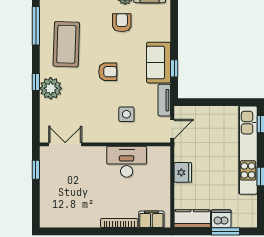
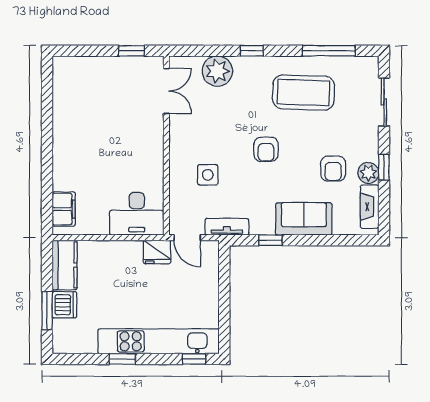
armchair: (122, 23) -> (333, 169), turned 90
sofa: (159, 63) -> (304, 219), moved
plant: (51, 88) -> (217, 71), moved
desk: (127, 162) -> (137, 214), moved, turned 90
fridge: (183, 172) -> (157, 252), moved
bookcase: (119, 223) -> (59, 165), removed

